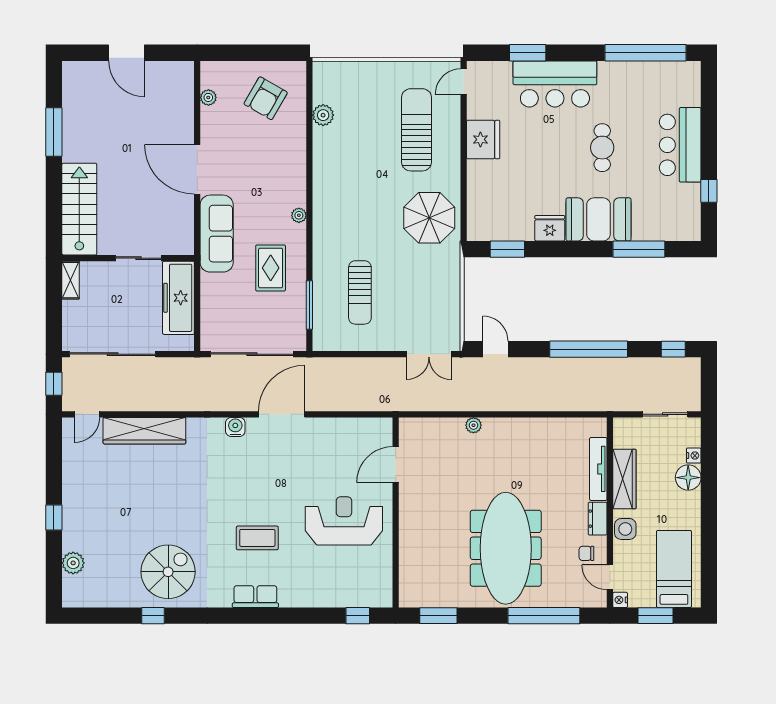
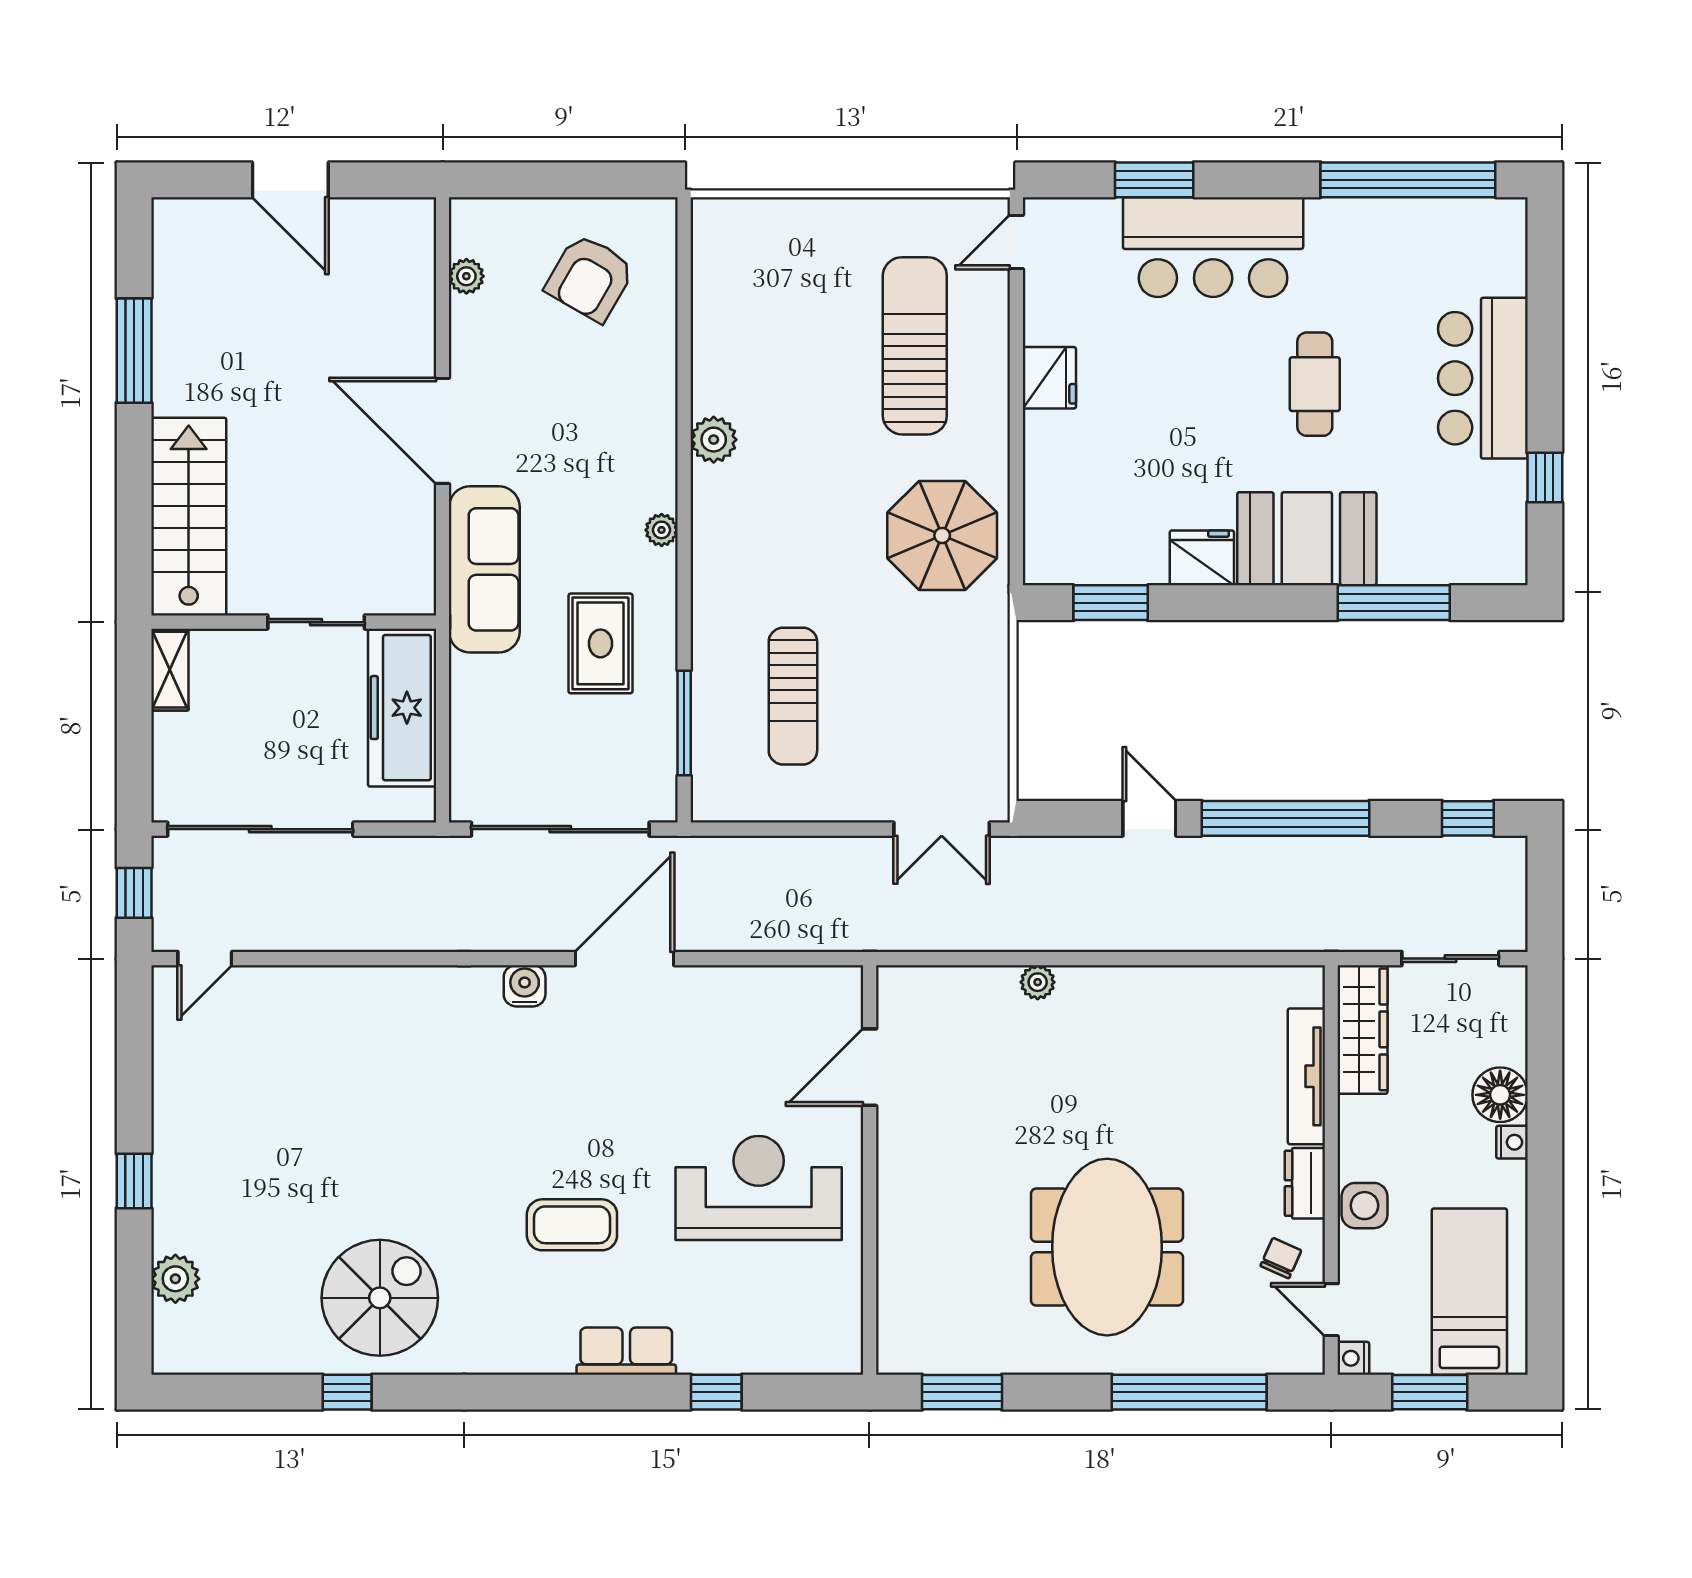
plant: (323, 115) -> (714, 440), moved
fridge: (483, 139) -> (1049, 378), width x0.73, depth x0.75
door: (495, 349) -> (1149, 818), moved
wardrobe: (144, 431) -> (329, 994), removed
nightstand: (694, 456) -> (1512, 1142), moved
wardrobe: (624, 479) -> (1363, 1029), moved
meeting table: (506, 548) -> (1107, 1247), width x0.73
chair: (586, 553) -> (1281, 1258), turned 114
row of seats: (255, 597) -> (626, 1351), moved
window: (358, 616) -> (716, 1392), moved

